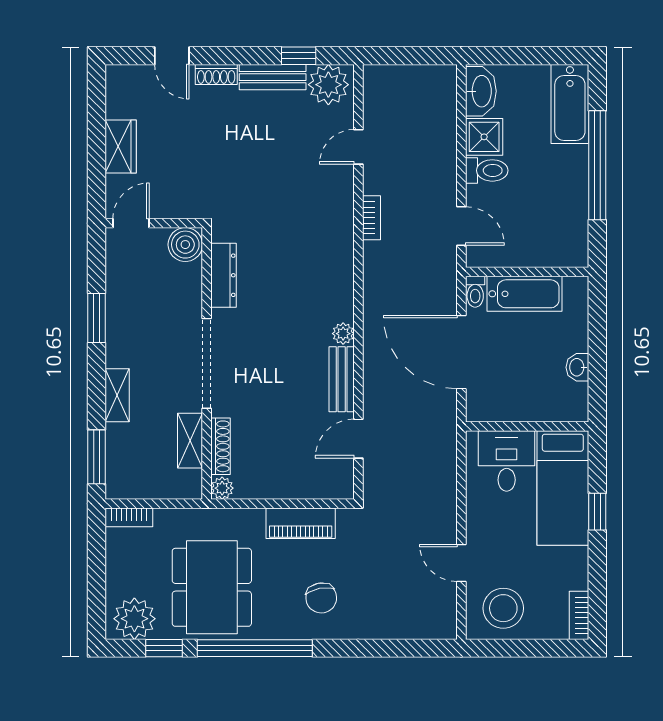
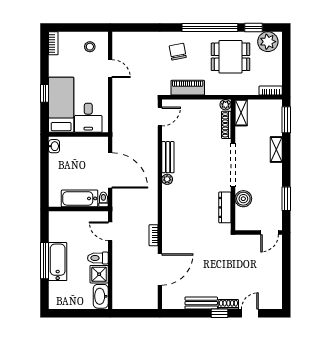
door: (172, 56) -> (250, 313), hinge flipped
window: (299, 56) -> (220, 313), moved
plant: (328, 85) -> (174, 299), removed
bathtub: (570, 104) -> (58, 262), moved
wardrobe: (121, 147) -> (275, 270), removed
door: (358, 147) -> (160, 269), width x1.88
window: (597, 165) -> (44, 261), width x0.68
boiler: (185, 245) -> (243, 199), moved
window: (96, 318) -> (286, 199), moved
washbasin: (577, 367) -> (54, 146), moved
door: (358, 439) -> (160, 117), moved
shelving: (190, 441) -> (241, 113), moved
dining table: (212, 587) -> (231, 57), width x0.73
stool: (503, 608) -> (90, 47), width x0.53, depth x0.53

